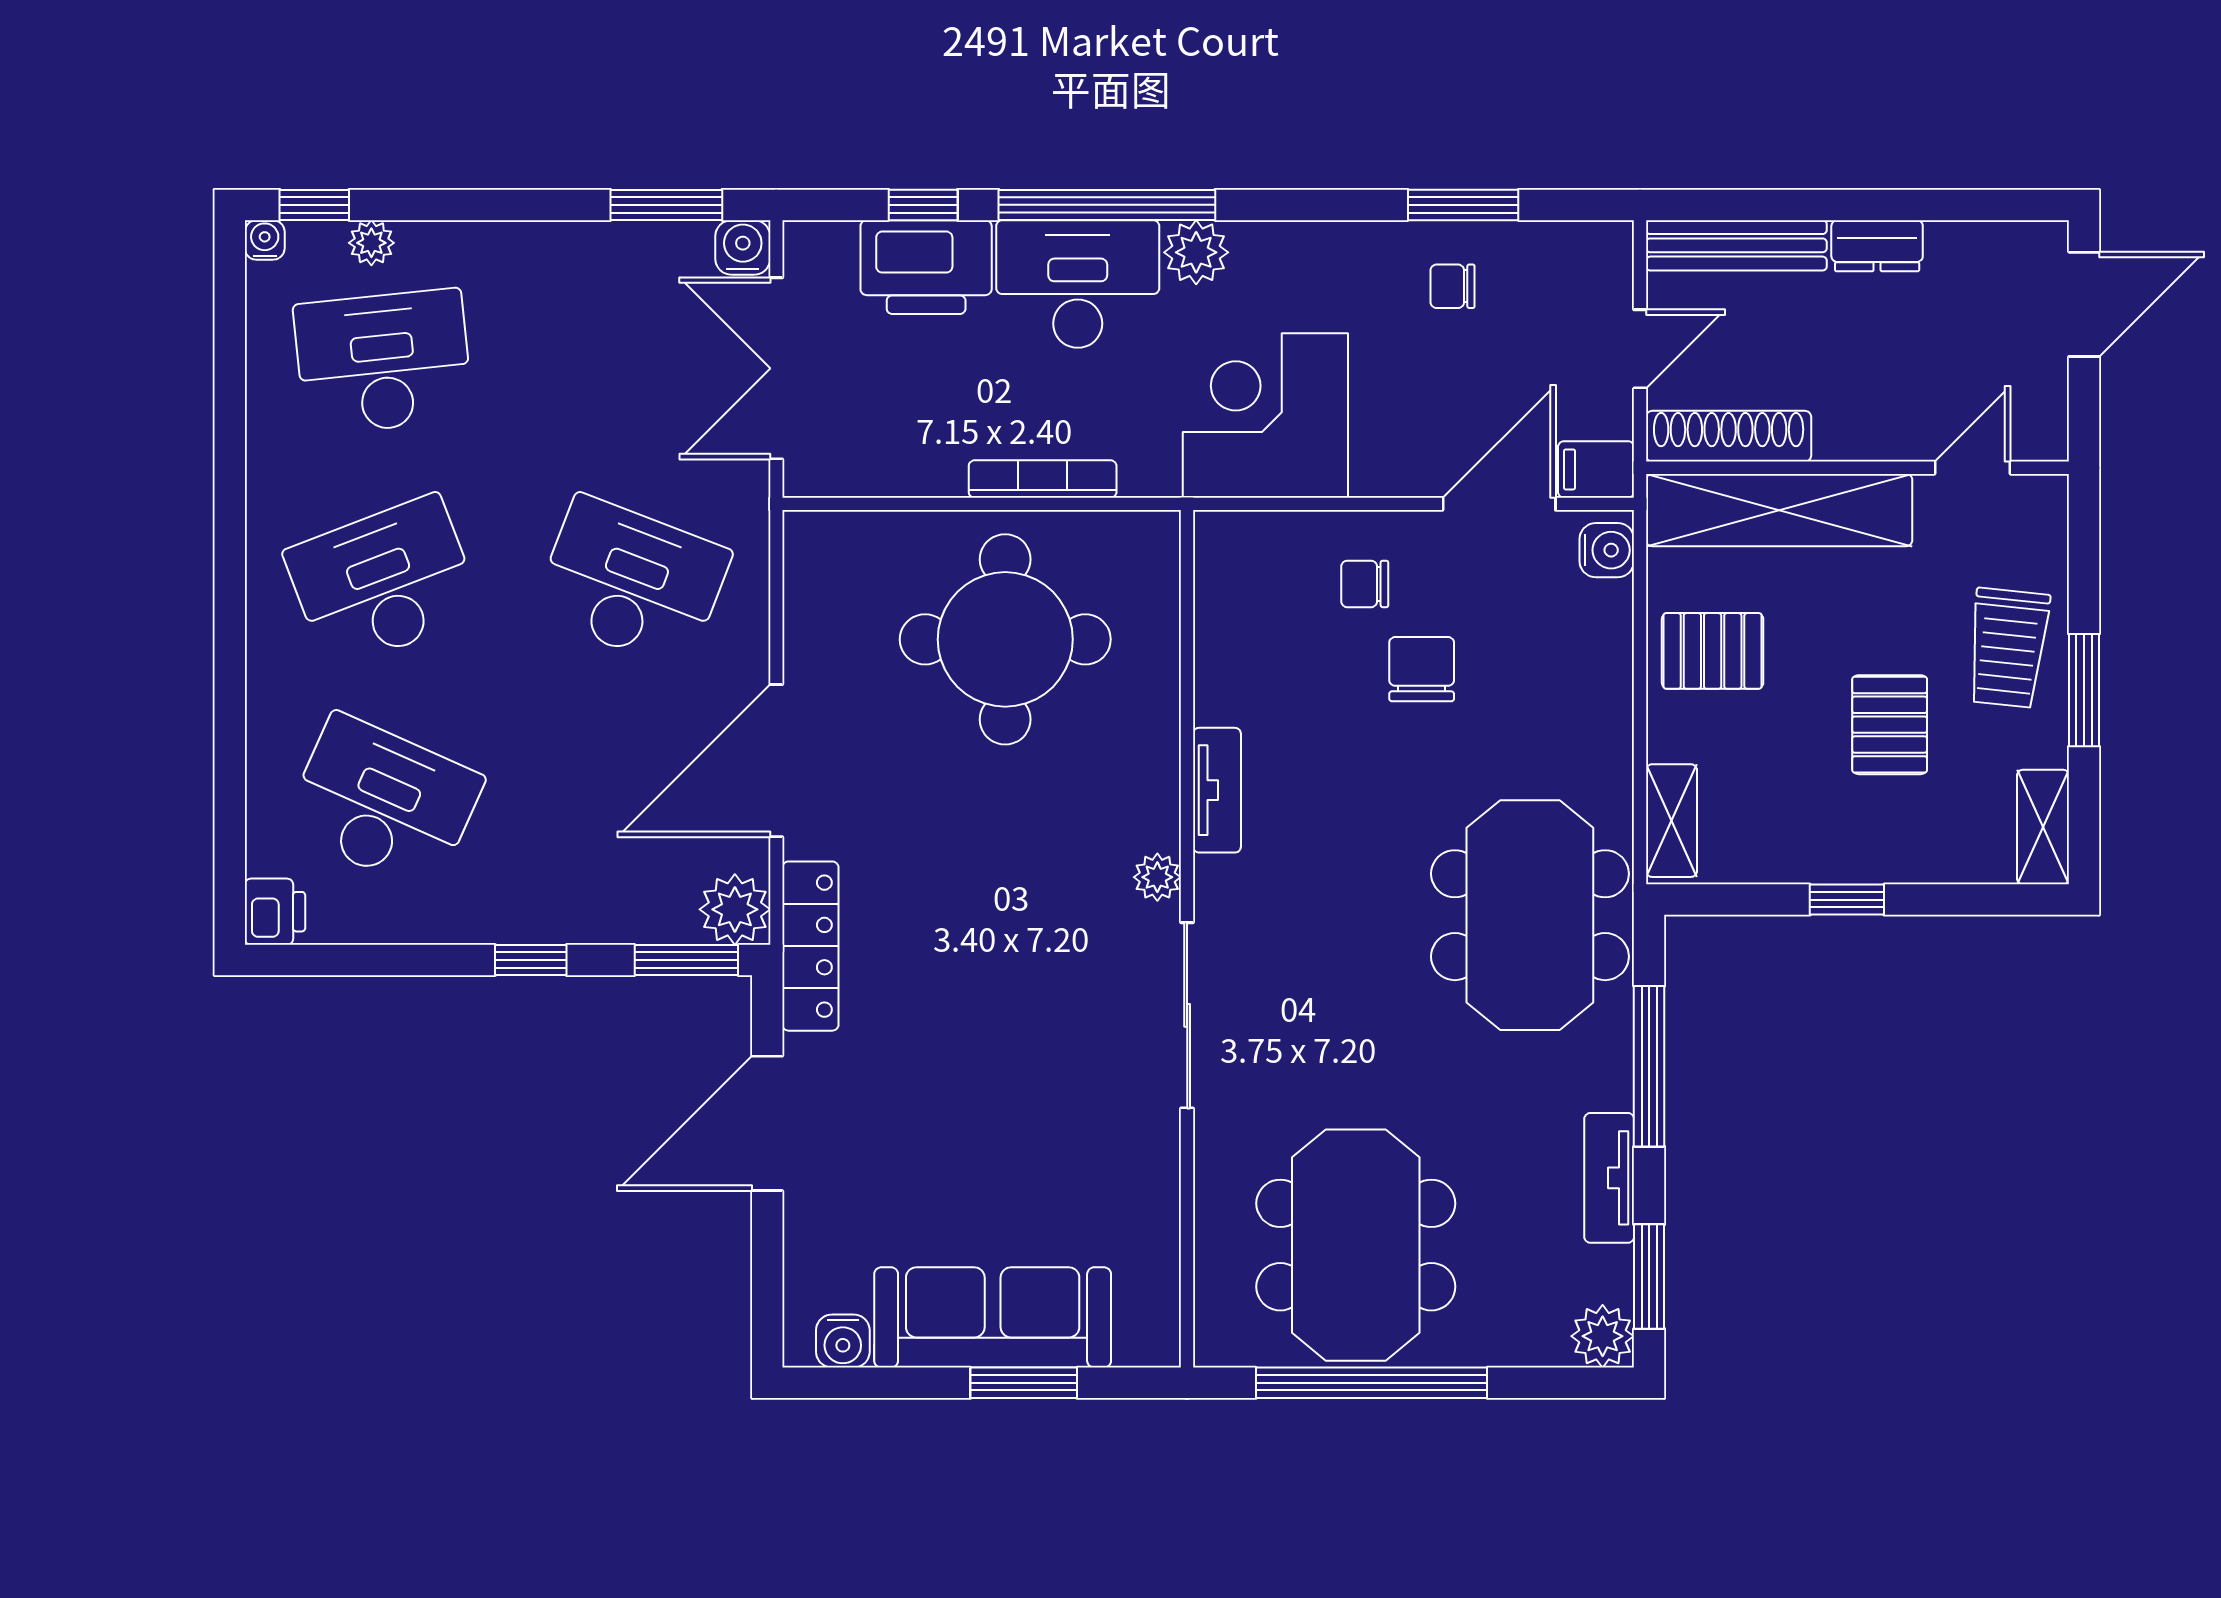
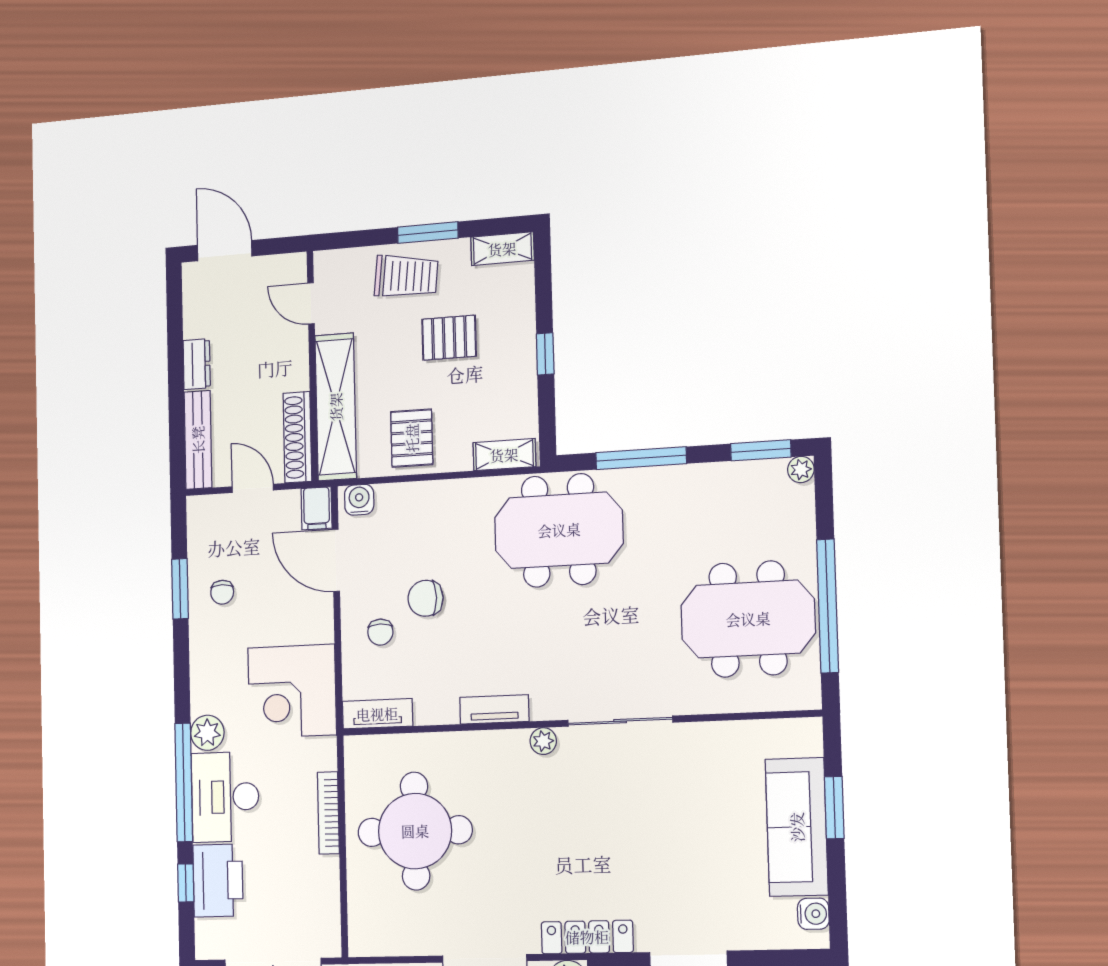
tv unit: (1609, 1178) -> (377, 714), moved, turned 180
plant: (1603, 1336) -> (801, 470), width x0.73, depth x0.73

